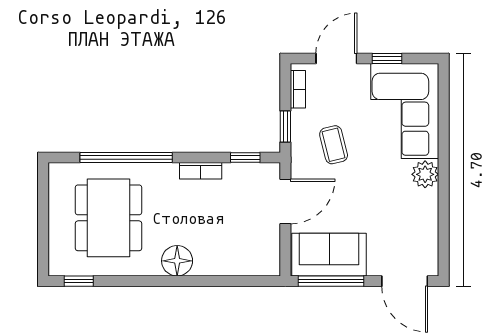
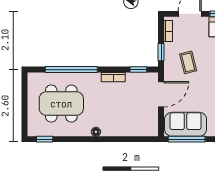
dining table: (108, 218) -> (61, 104), turned 90
floor lamp: (177, 261) -> (96, 132), width x0.53, depth x0.53

